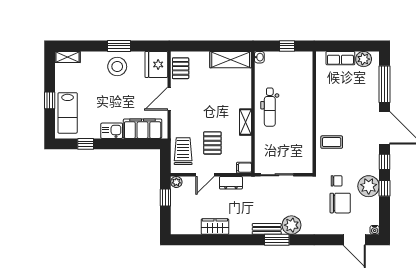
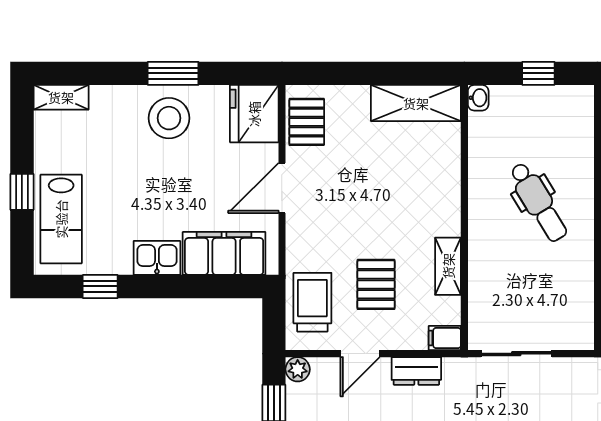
dental chair: (270, 107) -> (538, 202), moved, turned -31
shelving: (245, 122) -> (448, 266), moved

